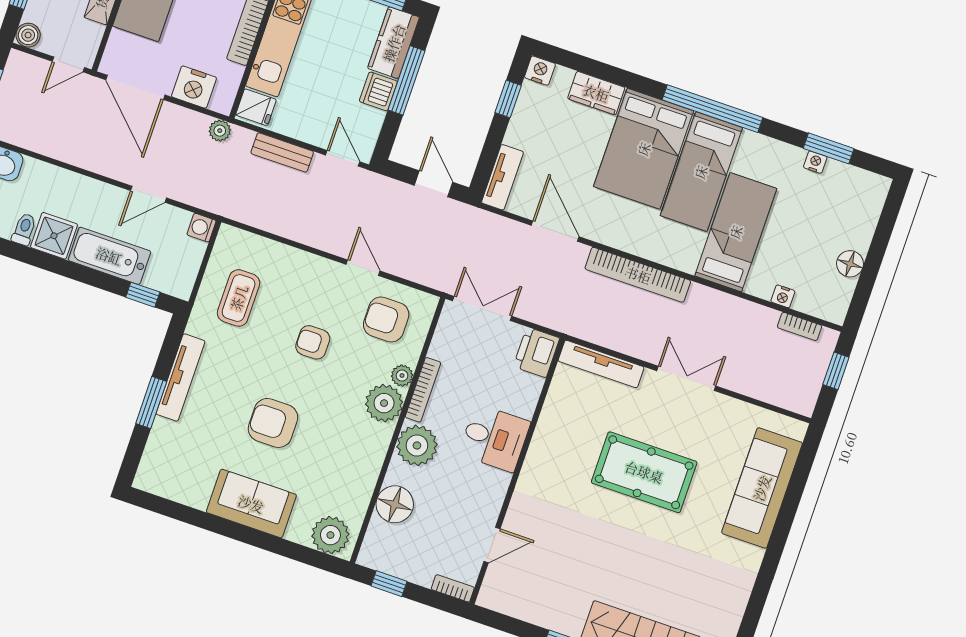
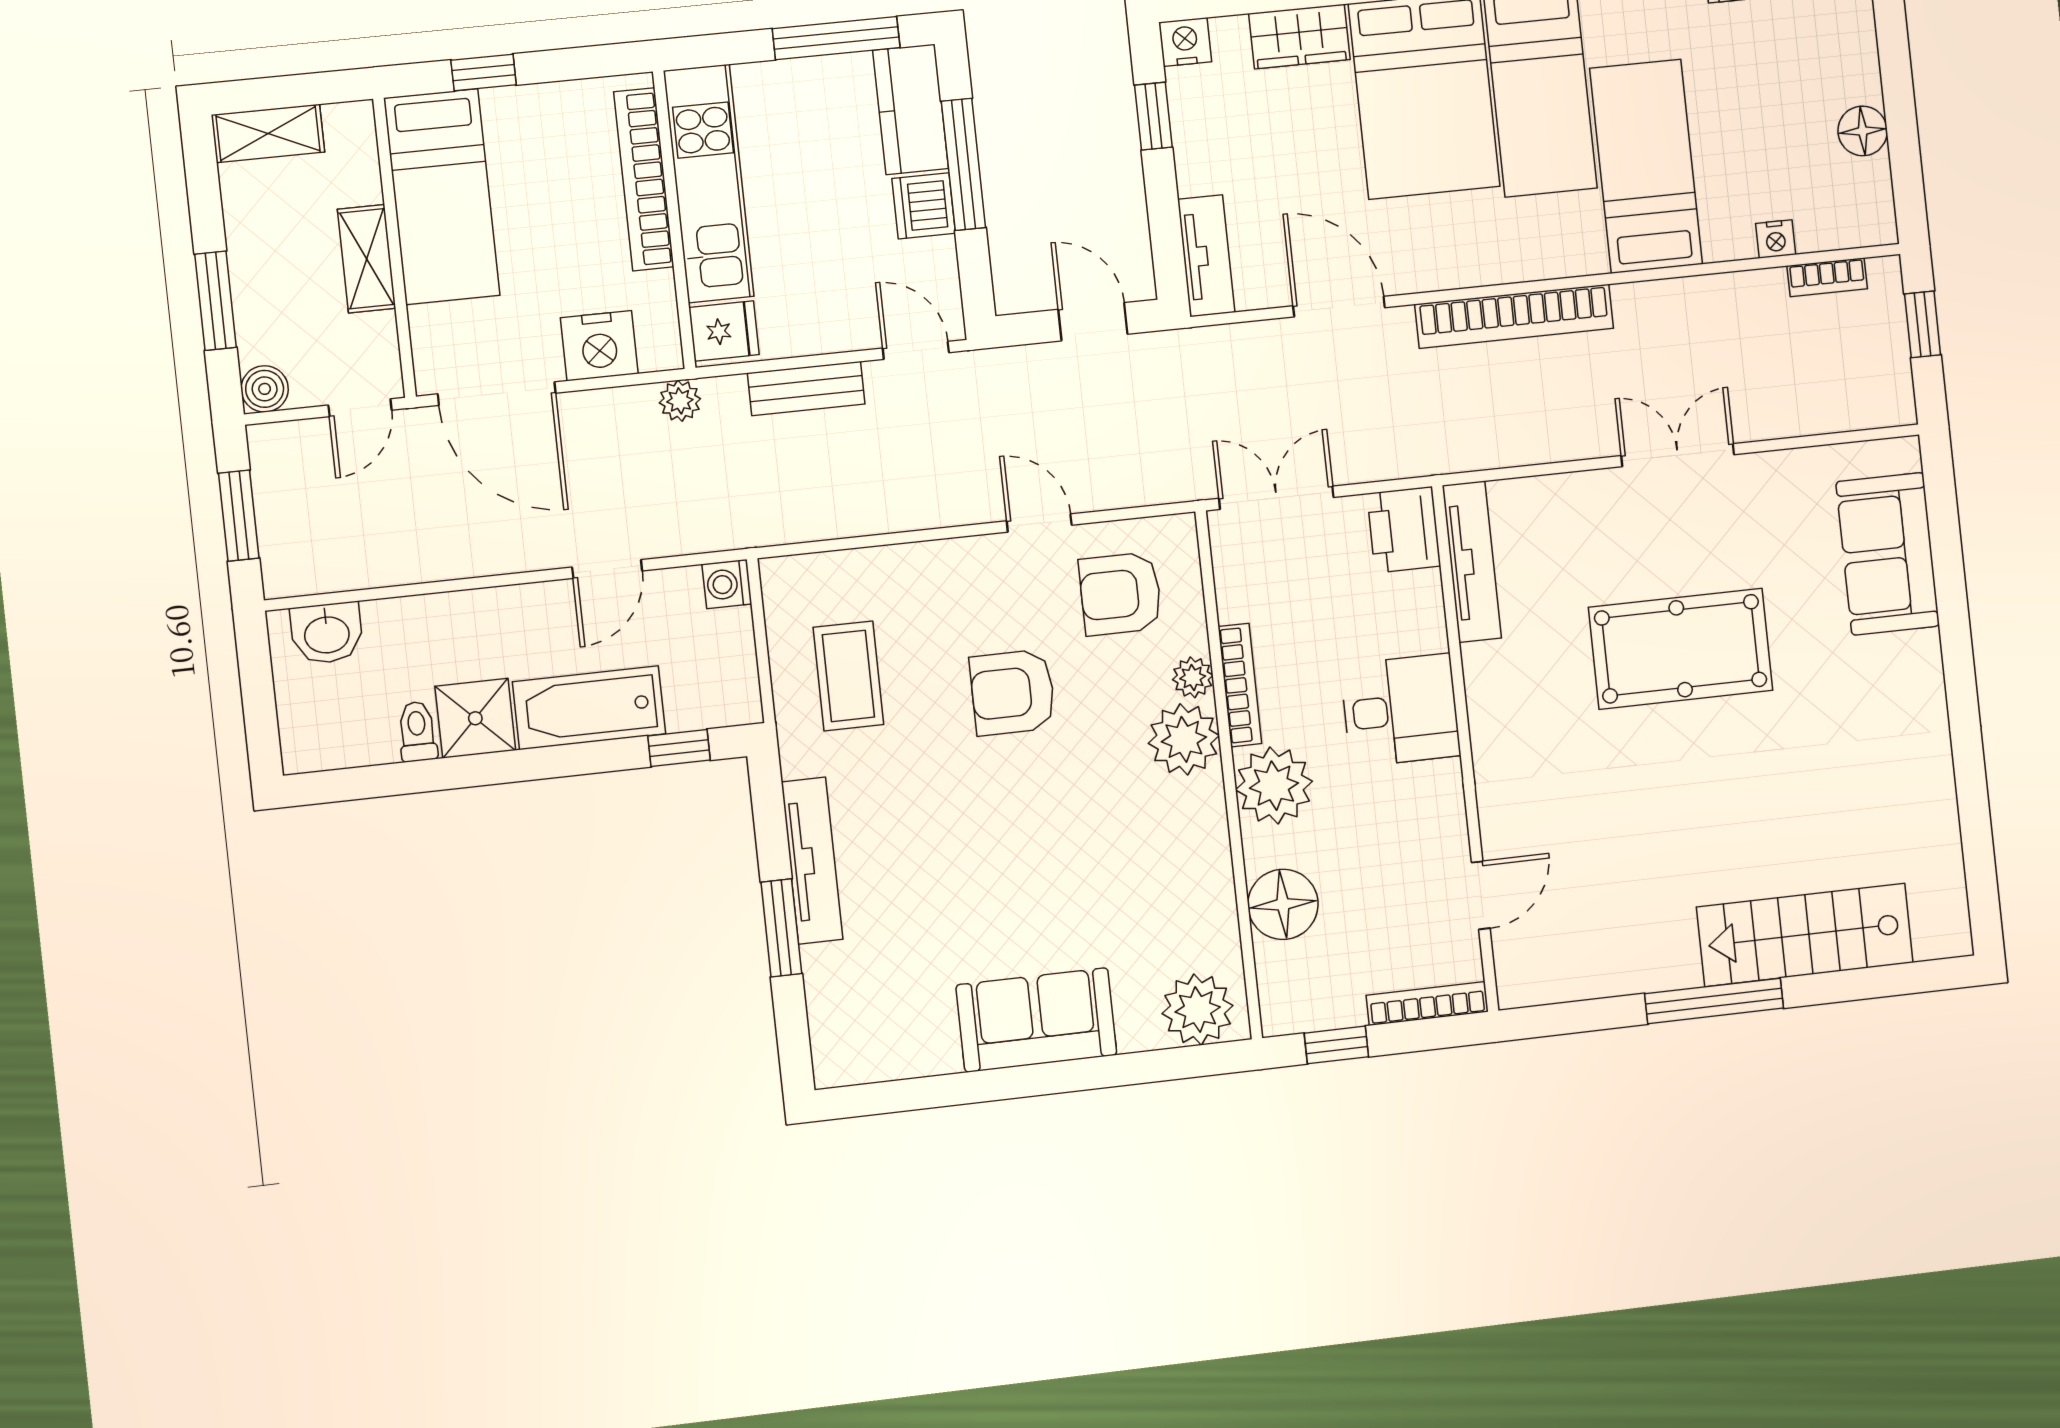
armchair: (313, 342) -> (1013, 692), width x1.38, depth x1.38
tv unit: (601, 364) -> (1472, 562), moved, turned -90
armchair: (273, 423) -> (1009, 864), removed
sofa: (762, 488) -> (1888, 554), width x0.73
bookcase: (453, 588) -> (1427, 1003), width x1.56

